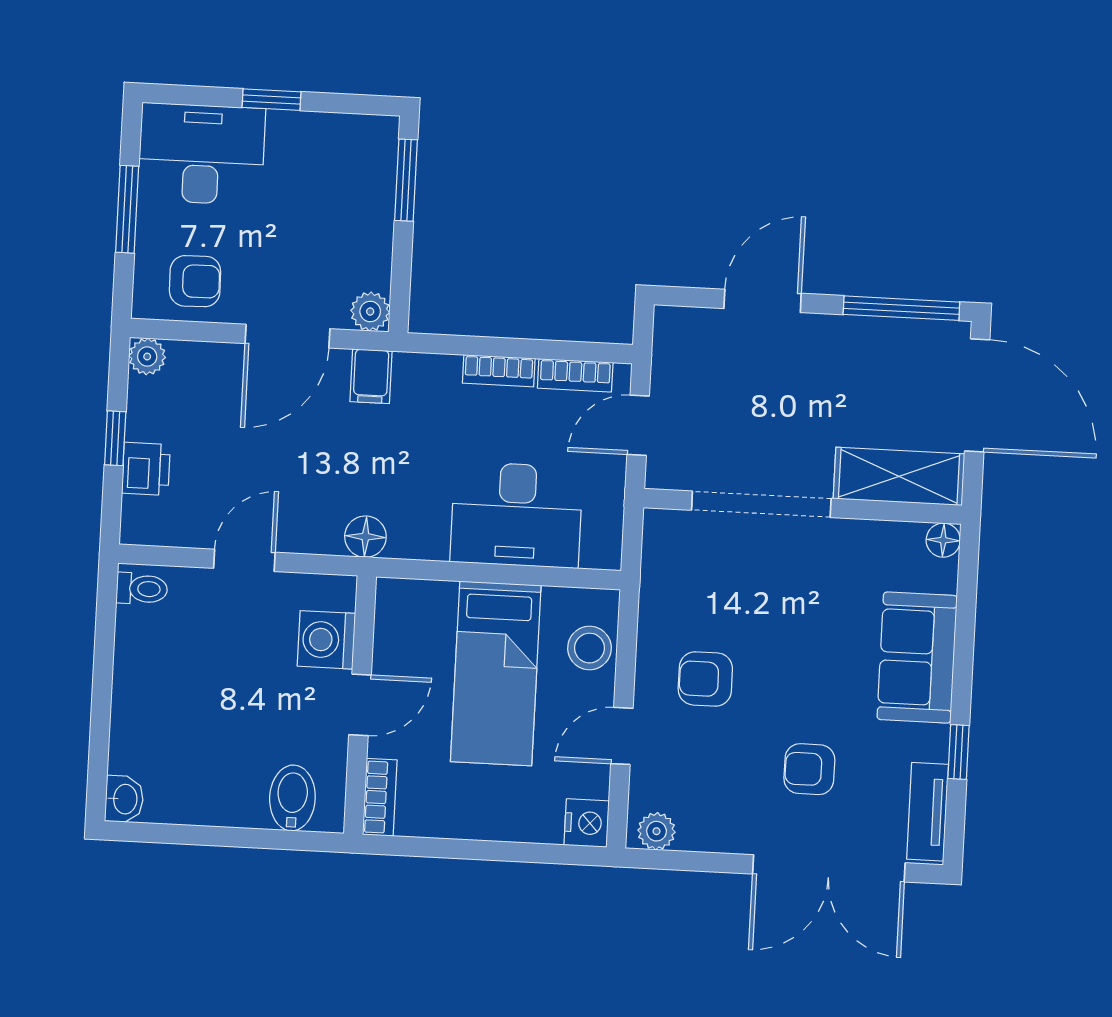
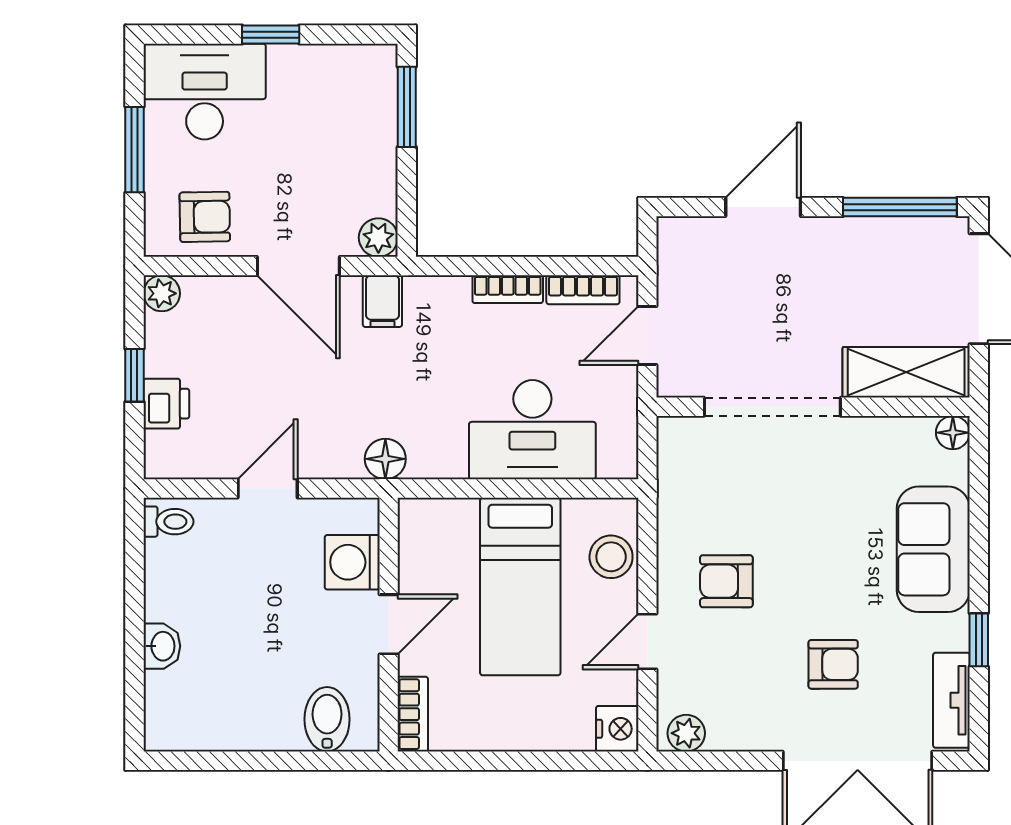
door: (287, 336) -> (298, 266), hinge flipped
armchair: (809, 769) -> (833, 664), turned 180
washbasin: (124, 799) -> (162, 646), moved

